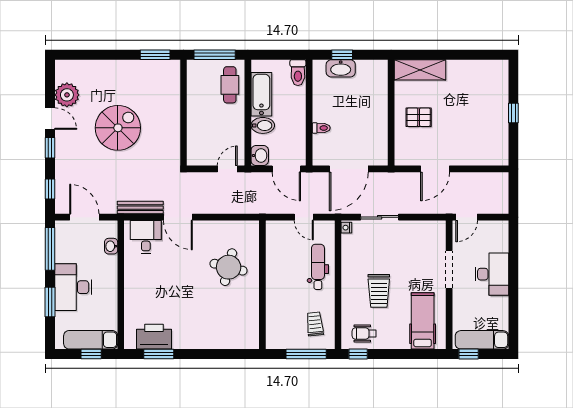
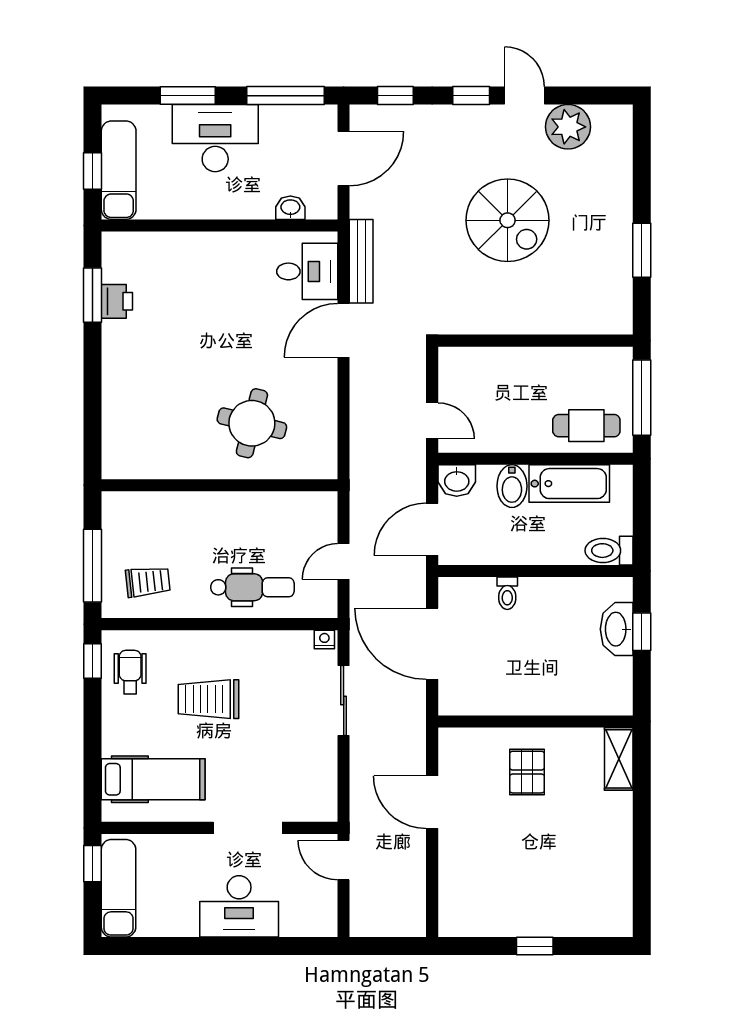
window: (155, 55) -> (642, 250), moved
shelving: (420, 70) -> (619, 759), width x0.67, depth x0.75
door: (50, 119) -> (524, 96), swing flipped
printer: (154, 337) -> (117, 301), width x0.53, depth x0.68

